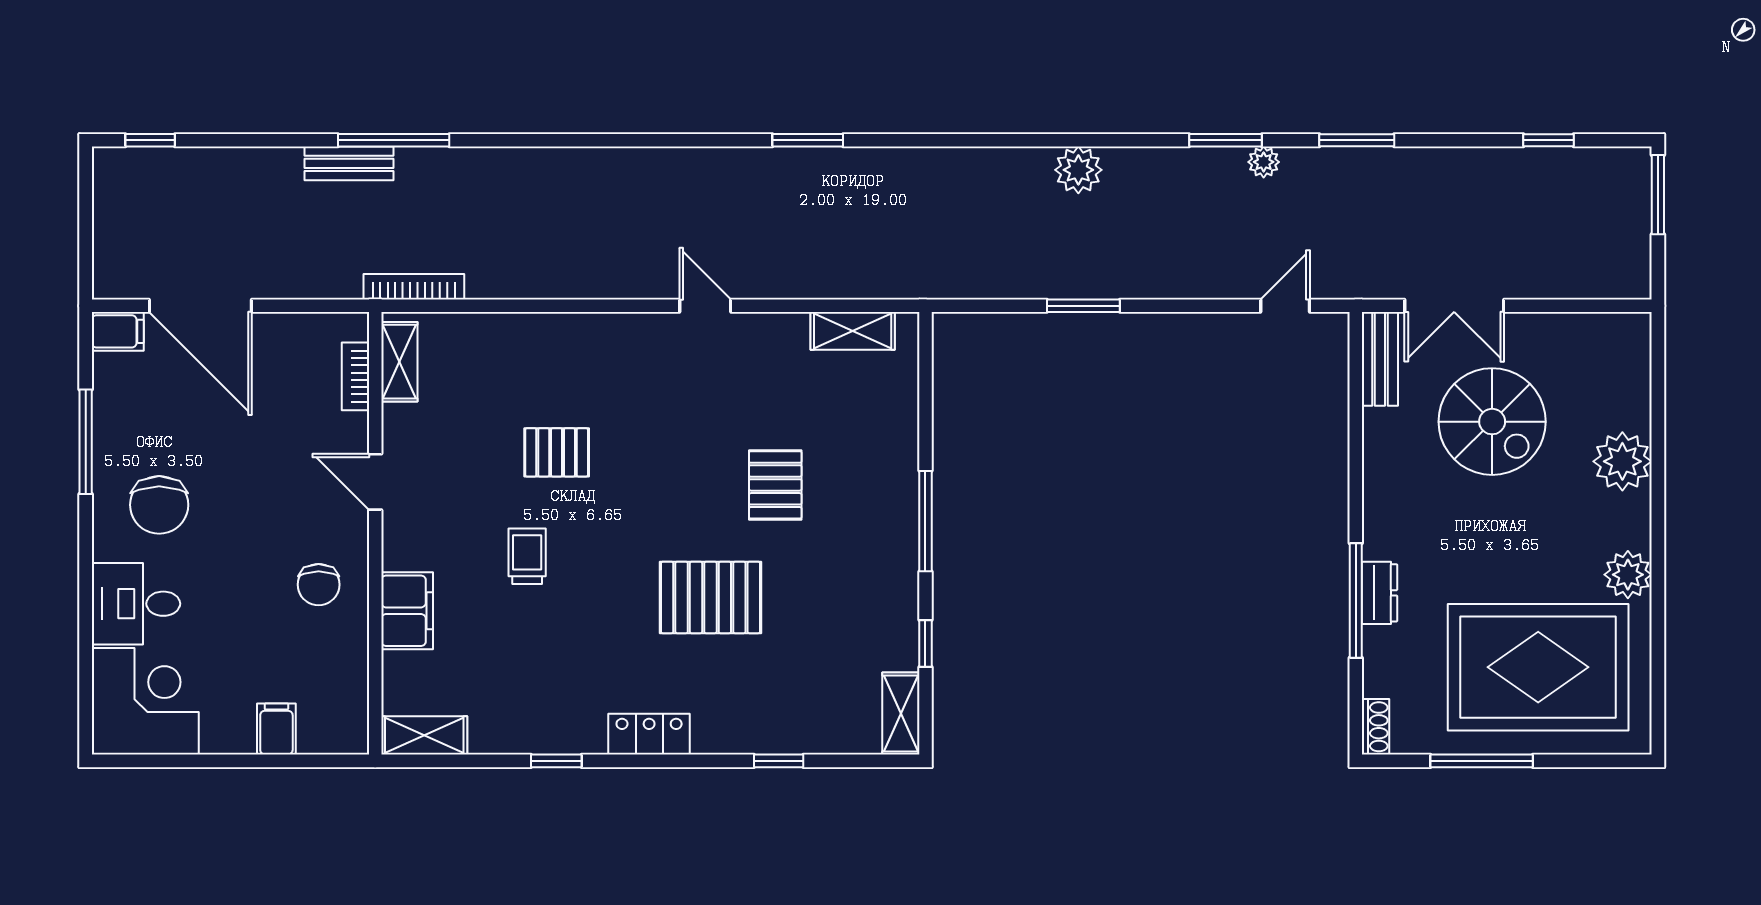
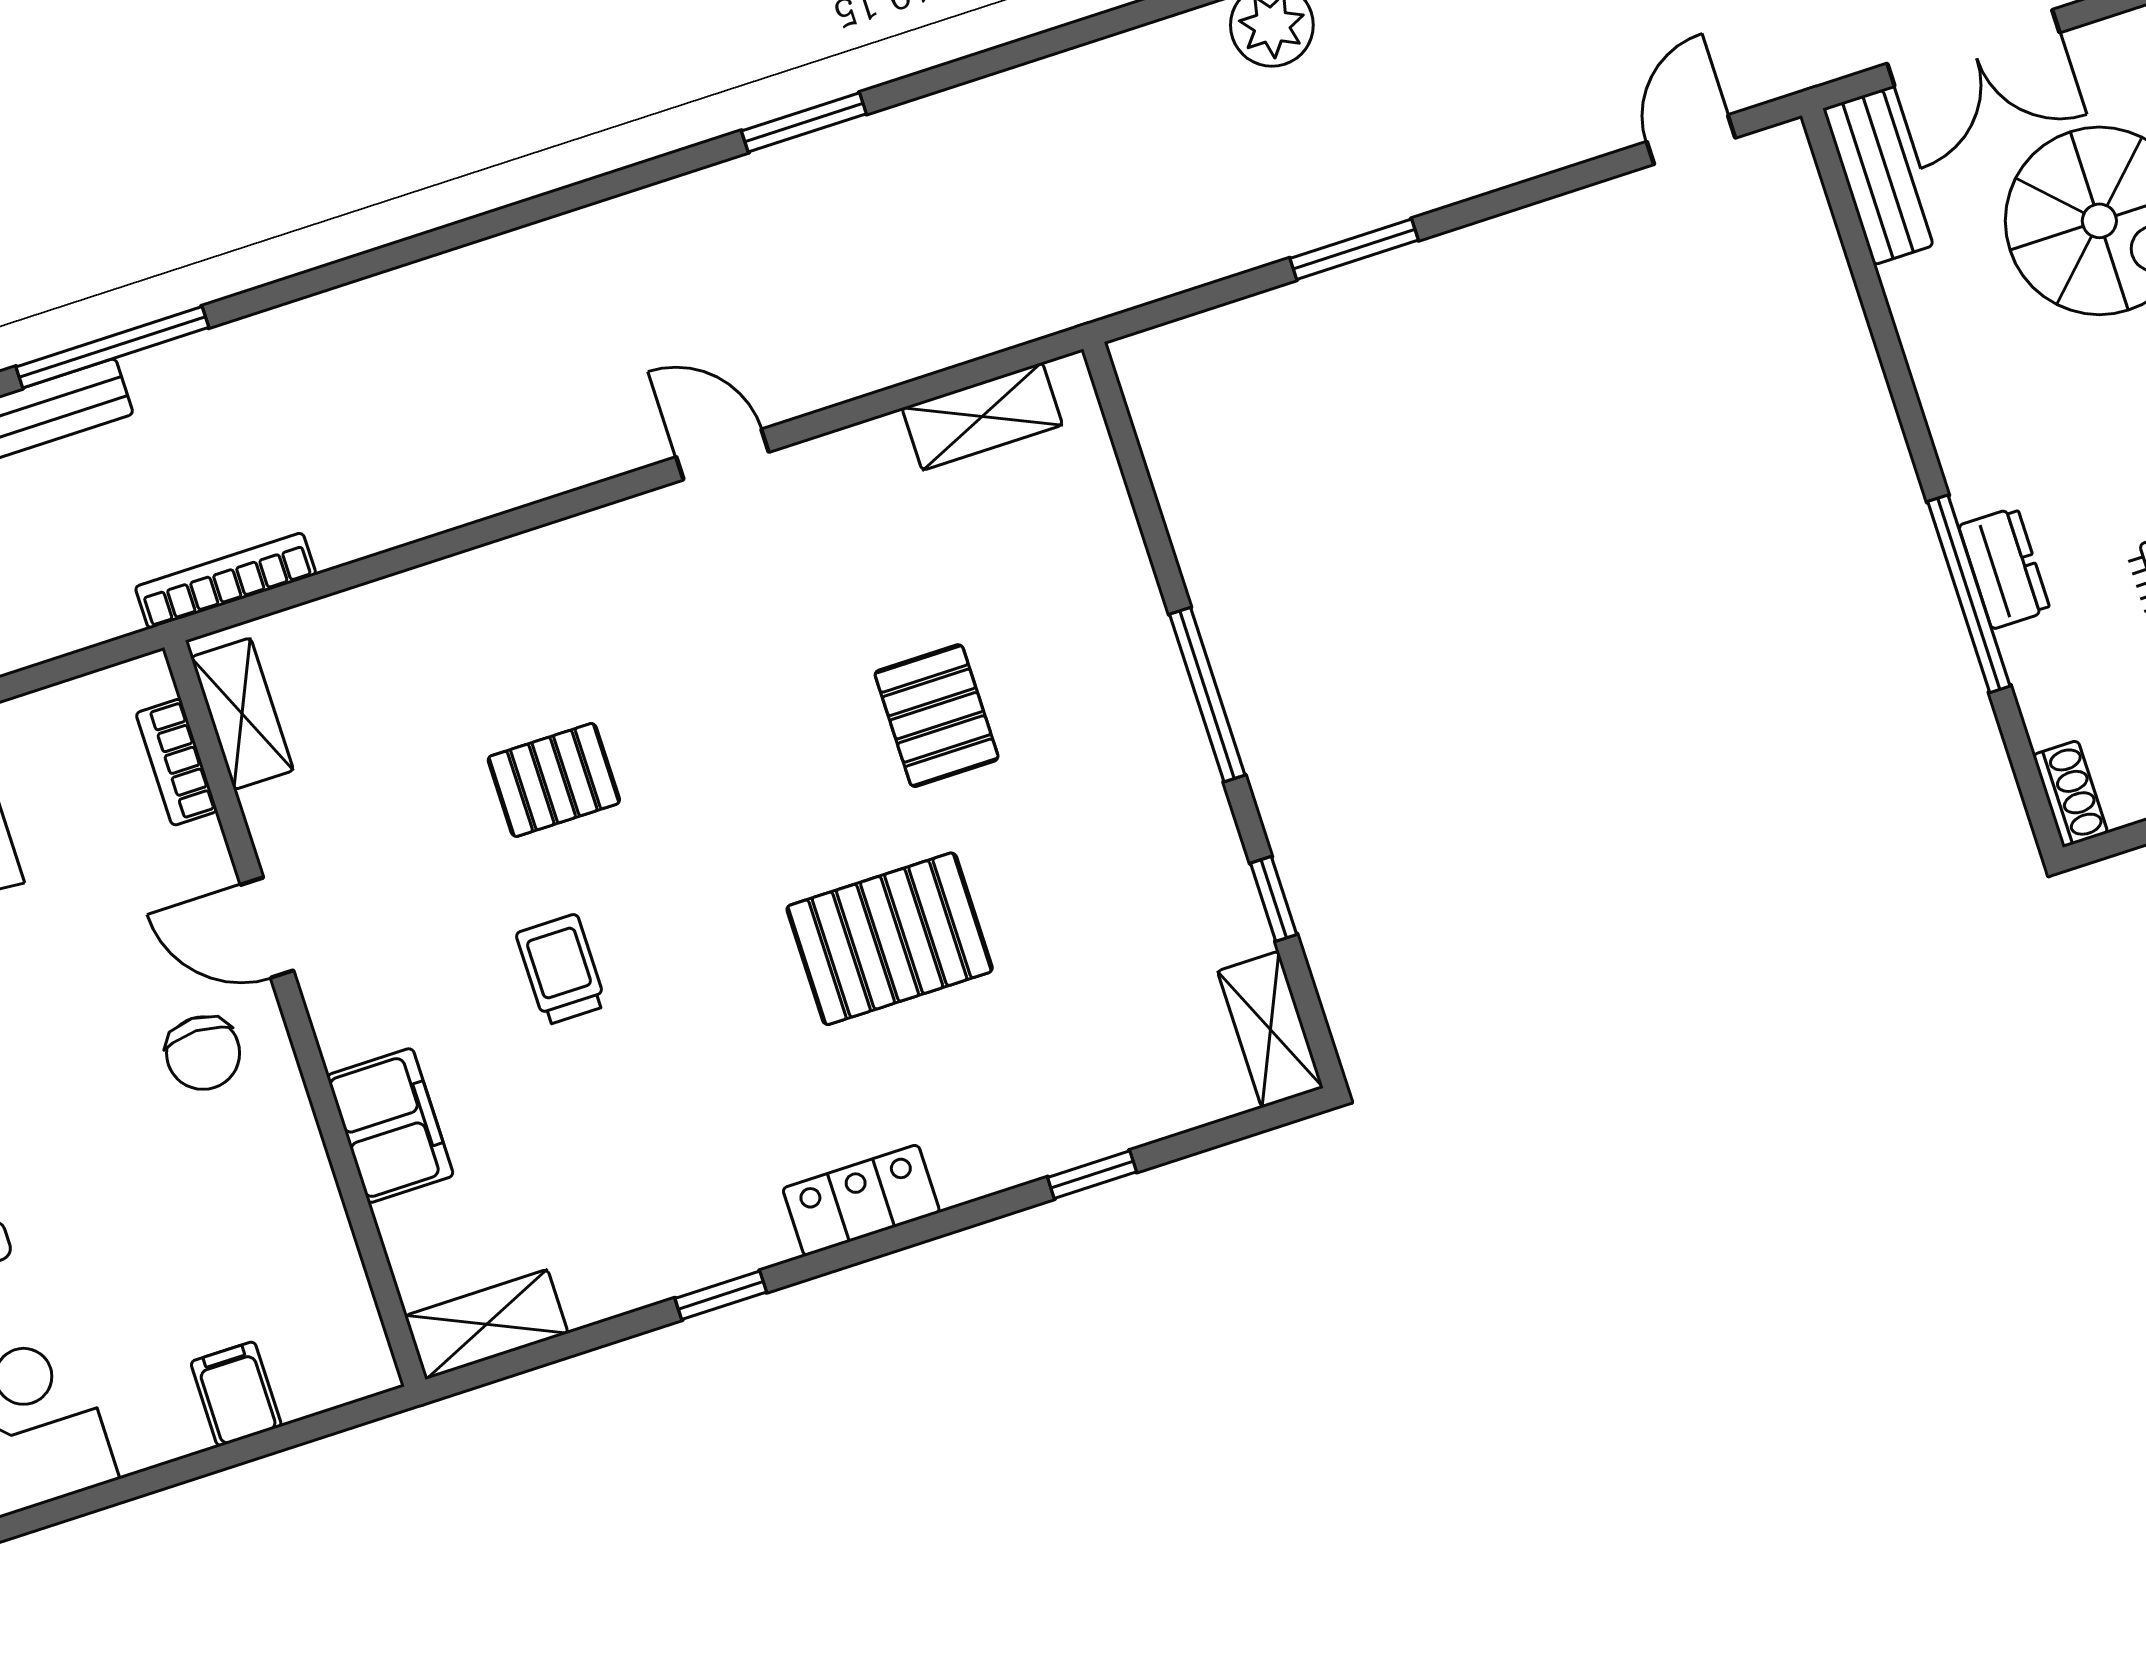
chair: (319, 585) -> (203, 1053), moved

